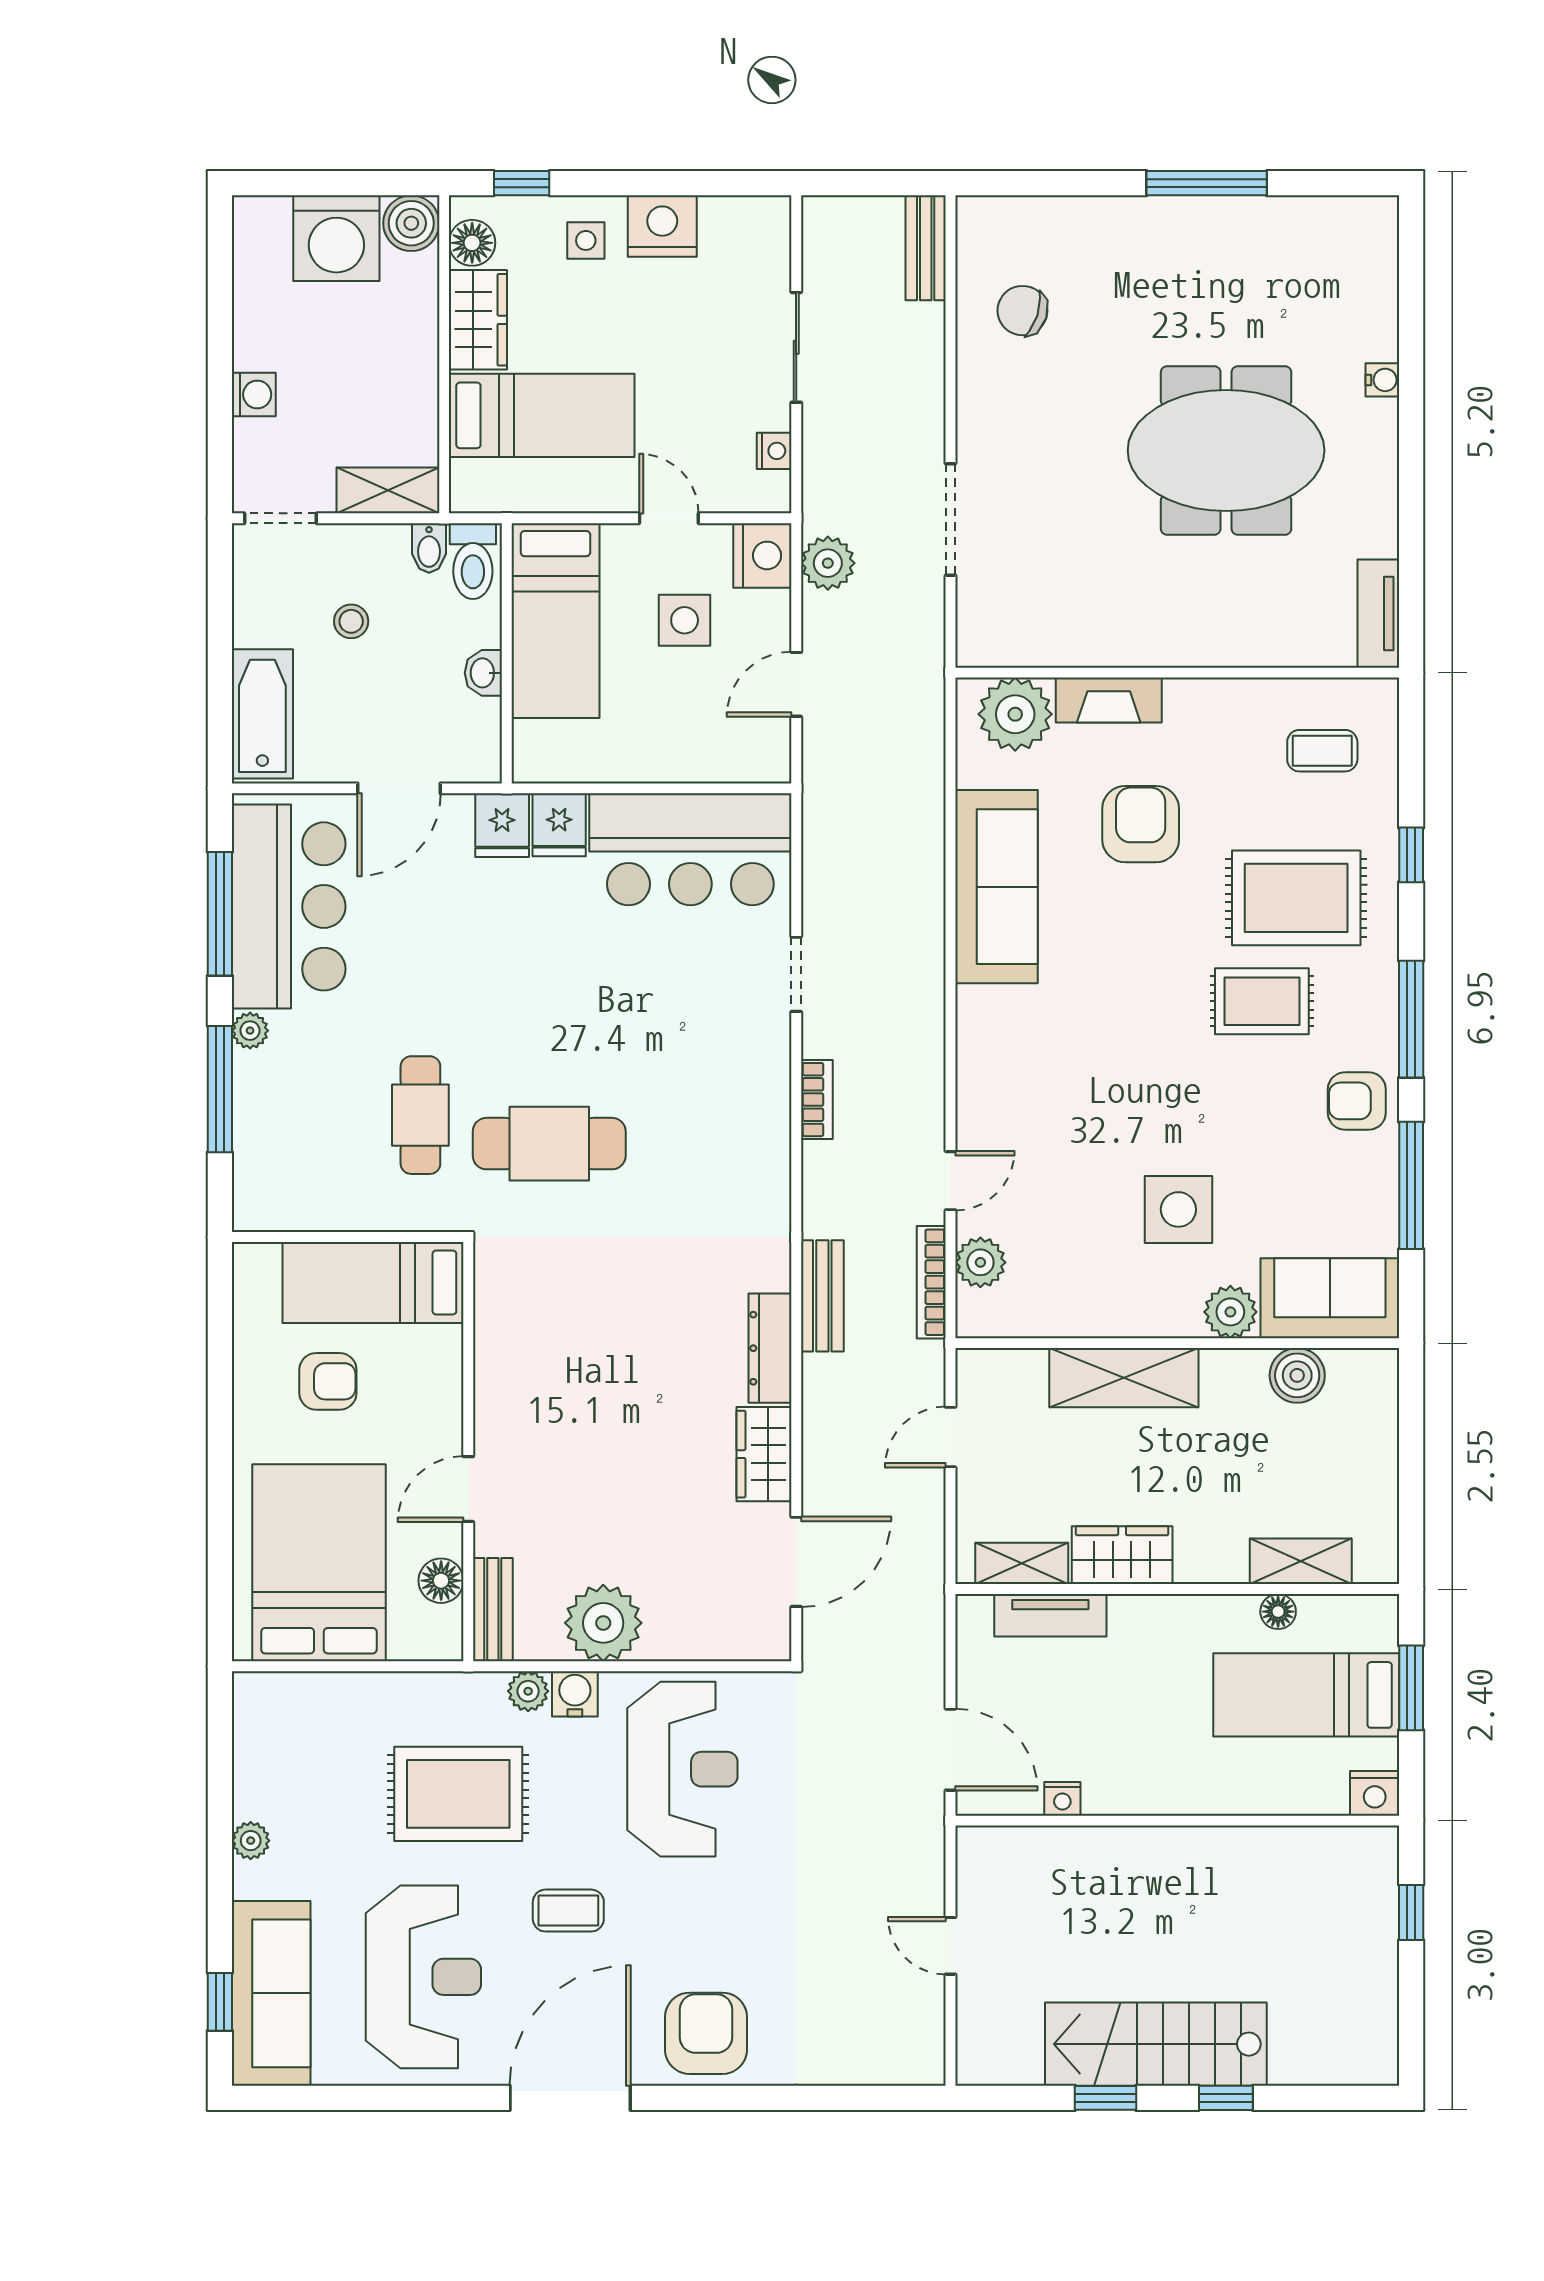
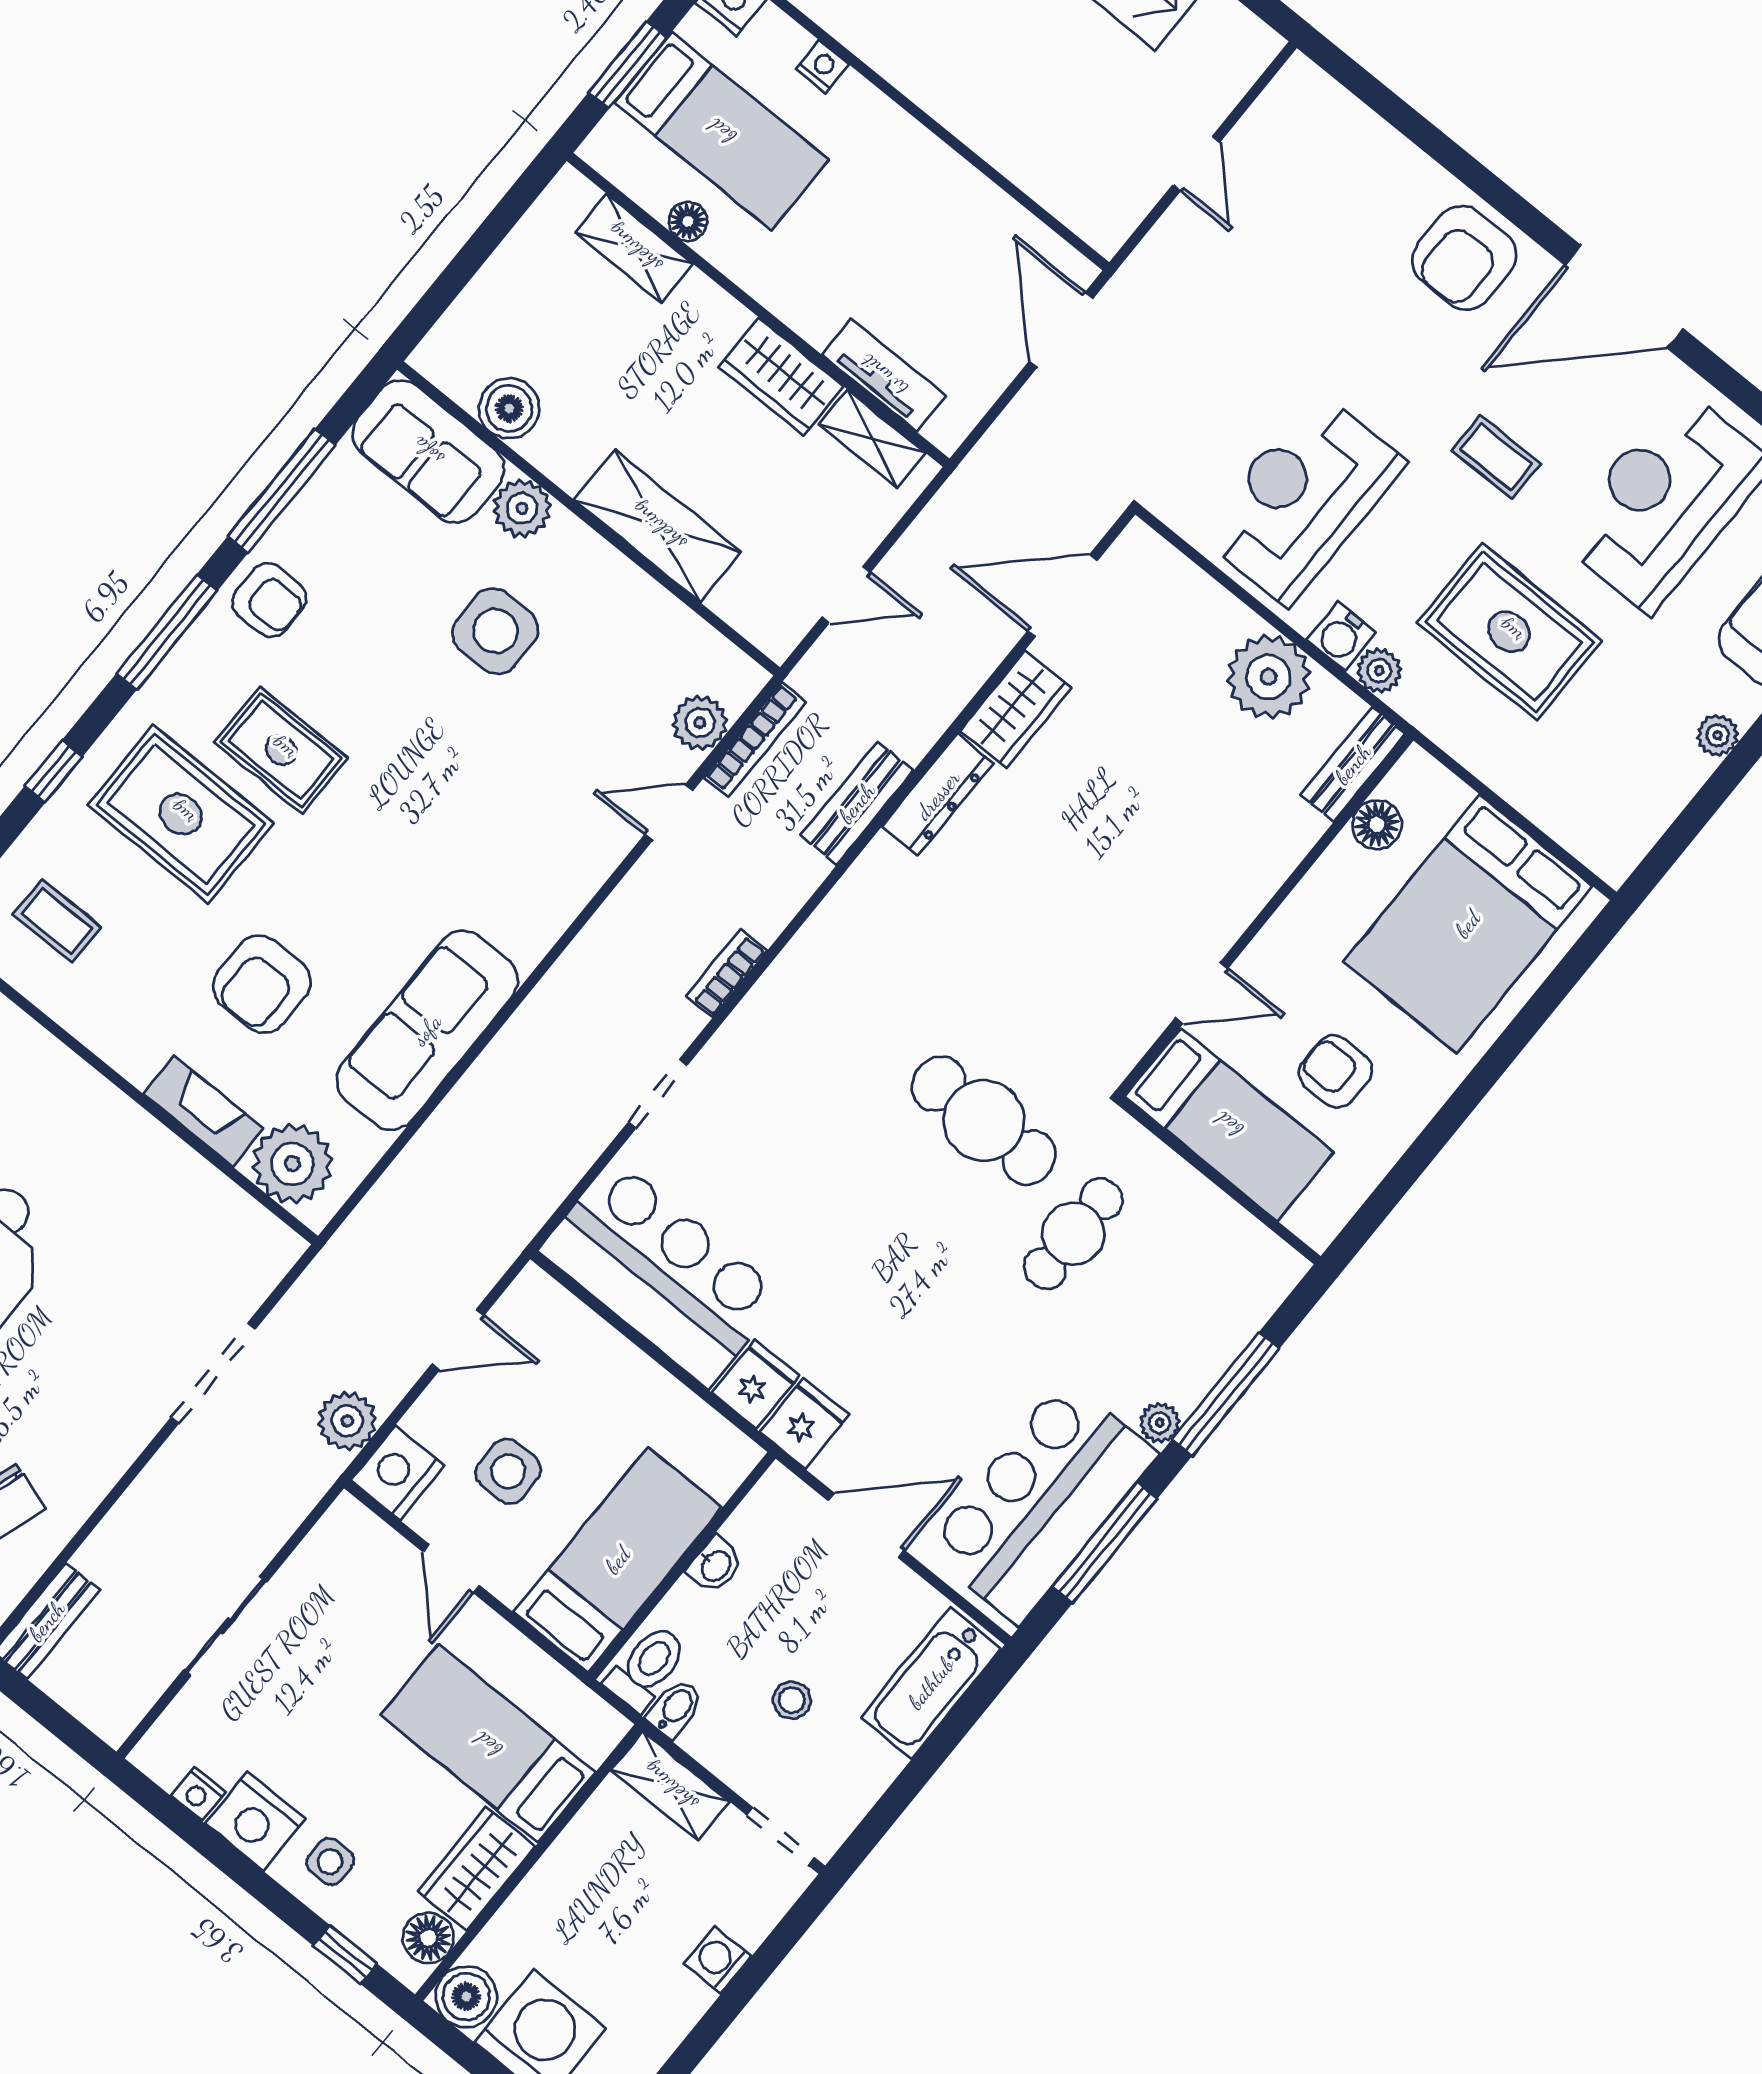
nightstand: (774, 451) -> (198, 1794), moved, turned -90
door: (468, 1489) -> (1202, 993), moved
nightstand: (1062, 1799) -> (822, 67), moved

